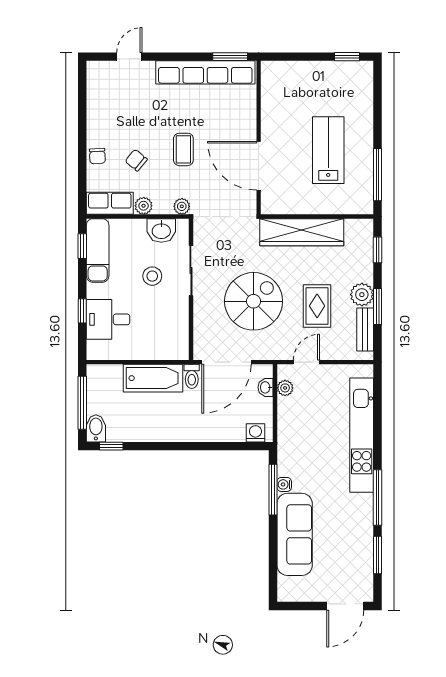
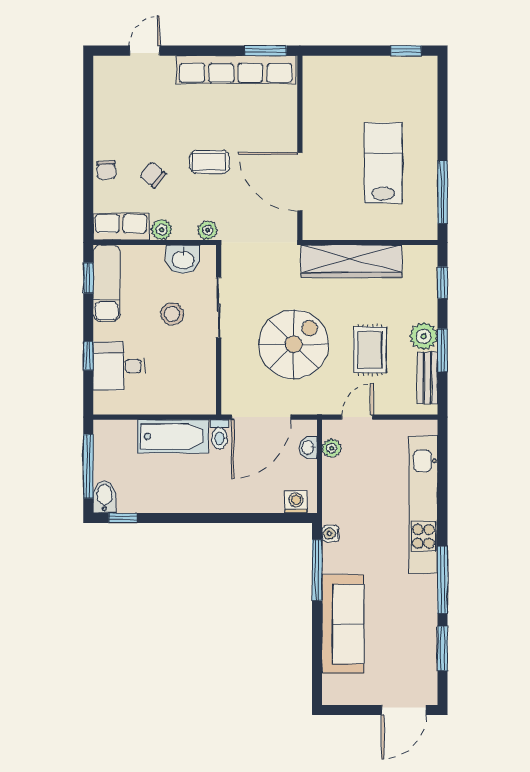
coffee table: (183, 149) -> (210, 162), turned 90
water cooler: (284, 484) -> (330, 534), moved

